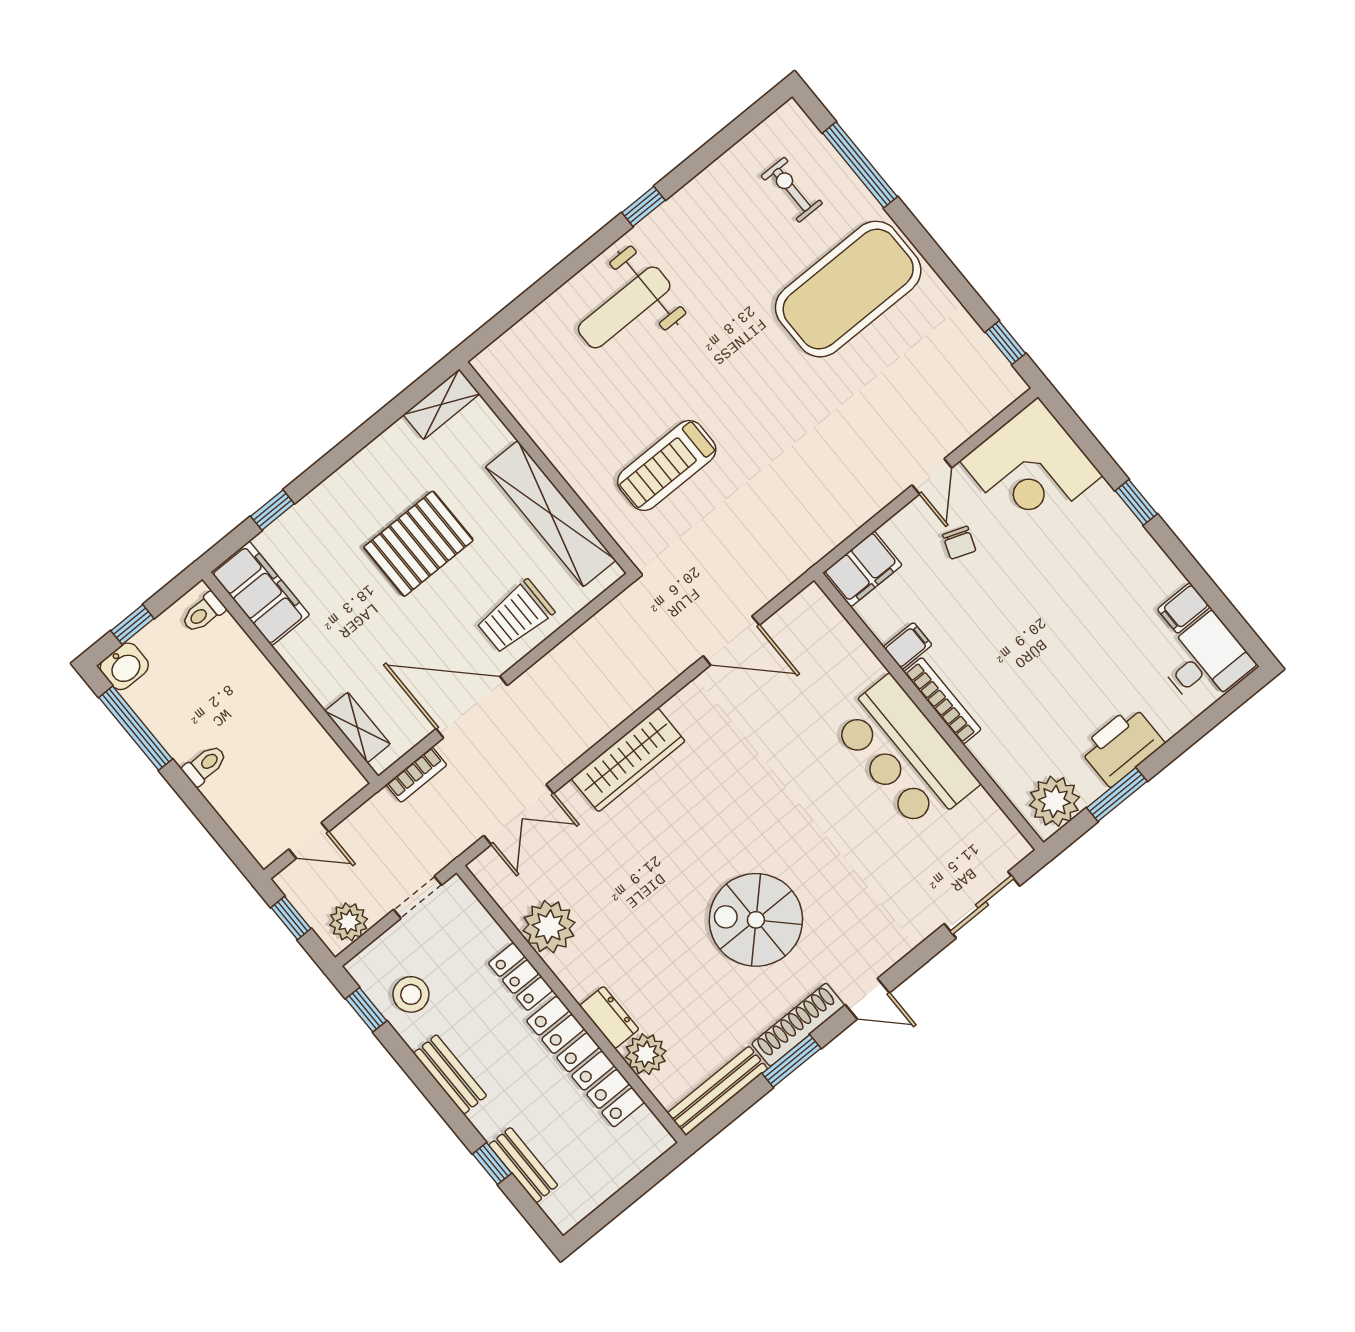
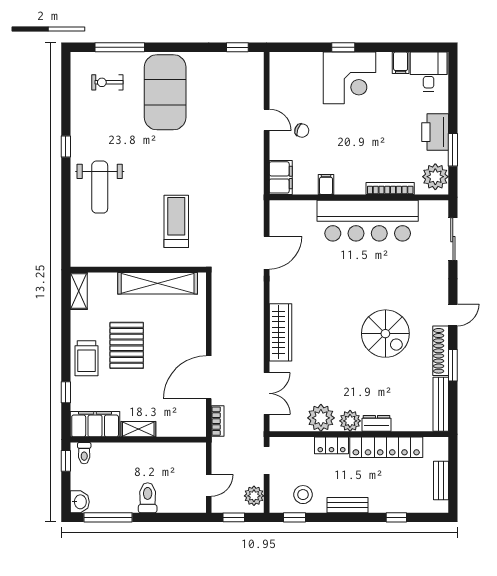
treadmill: (667, 466) -> (176, 221), turned 180
corner desk: (1031, 469) -> (349, 78), moved
trolley: (515, 617) -> (86, 358), moved
window: (132, 625) -> (66, 461), moved
bookcase: (943, 701) -> (390, 188), moved
shelving: (358, 727) -> (138, 429), moved
bar counter: (905, 753) -> (368, 221), width x1.36
toilet: (205, 765) -> (148, 498), width x1.37, depth x1.39
spiral stairs: (756, 920) -> (385, 334), turned -90
plant: (646, 1054) -> (350, 421), moved
bench: (523, 1165) -> (441, 480), moved, turned 90

